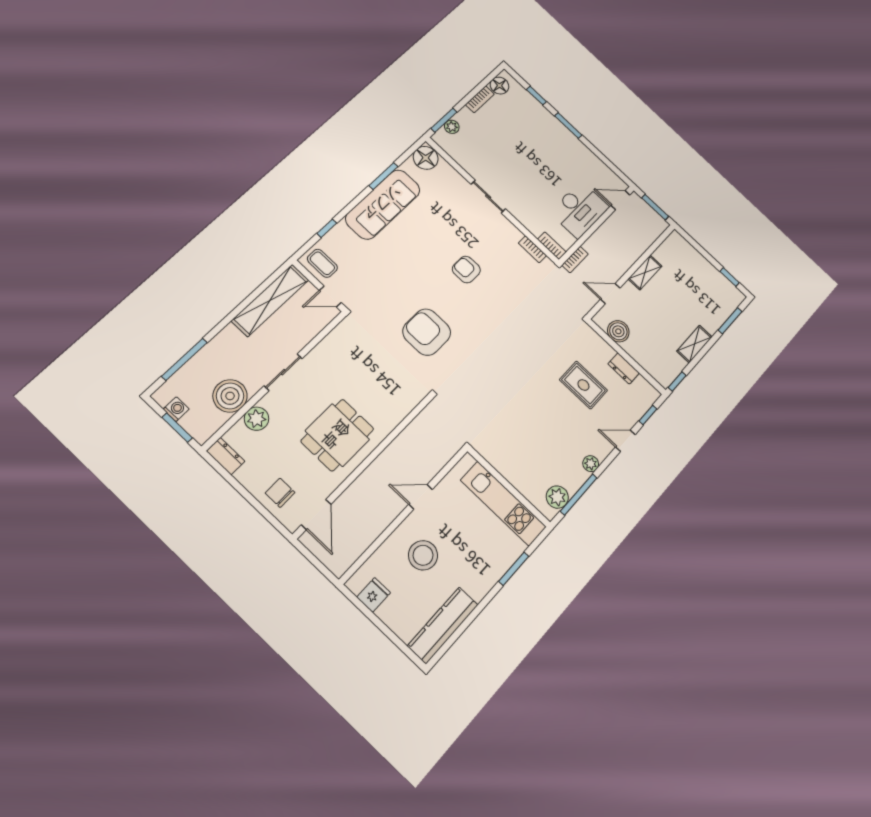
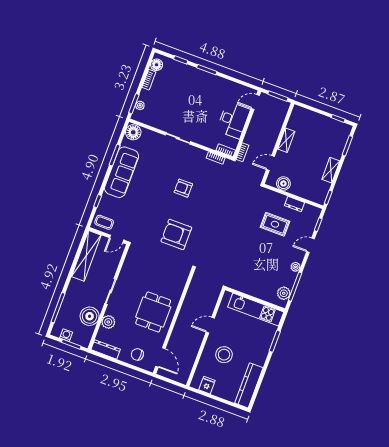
dresser: (226, 456) -> (106, 349), width x1.44

